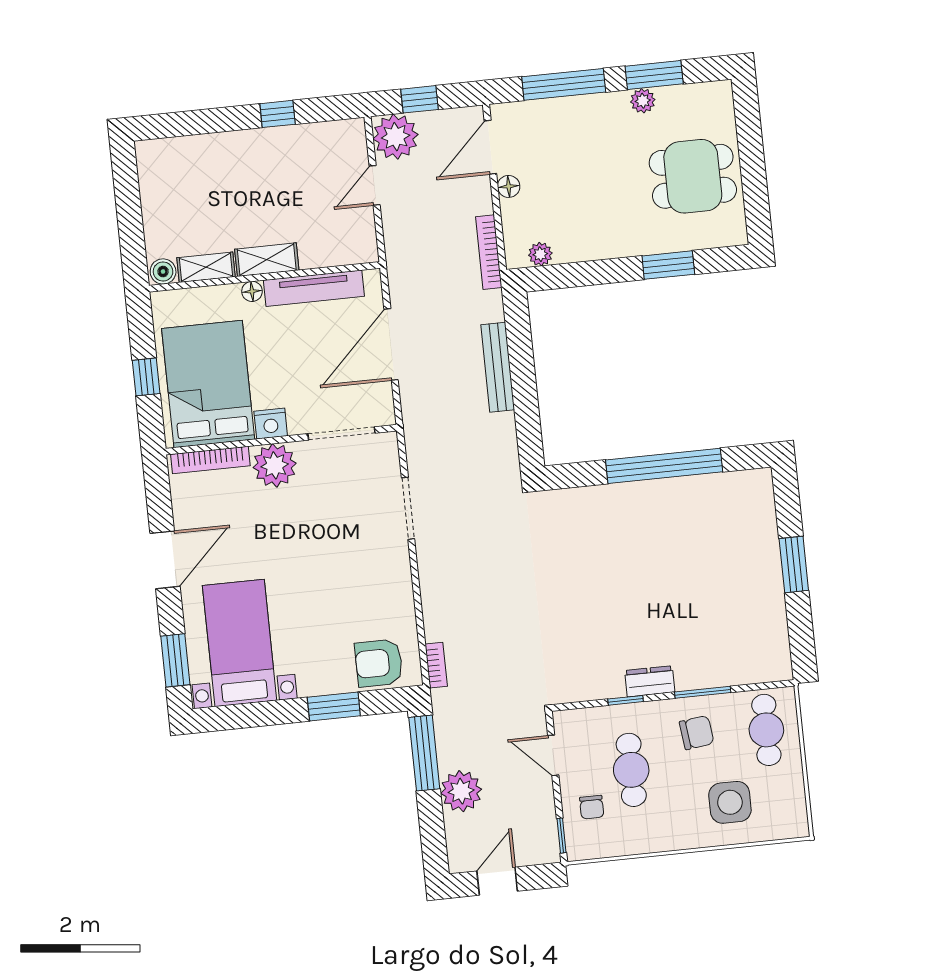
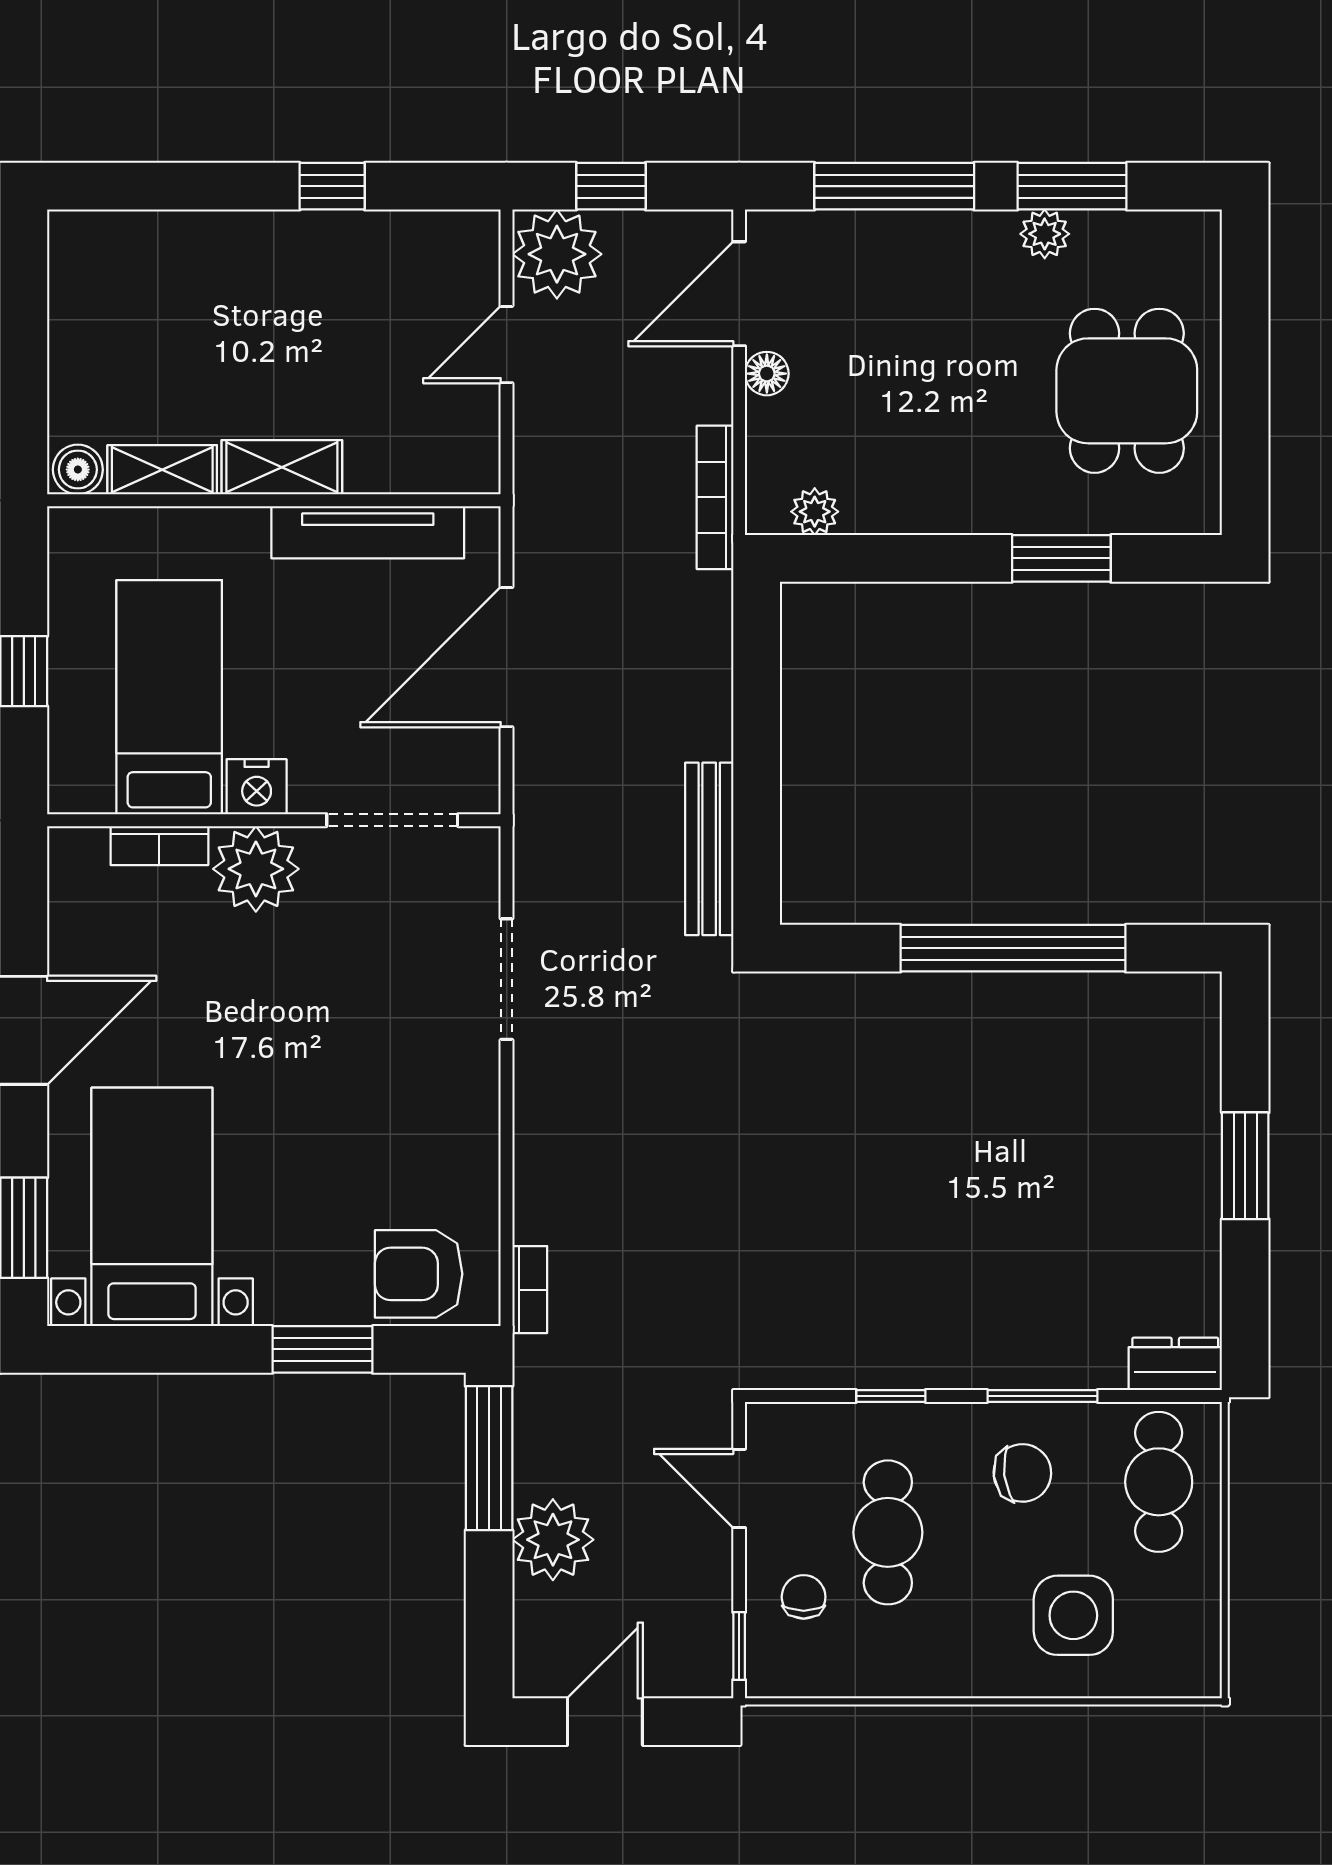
dining table: (693, 176) -> (1127, 391), turned 90
floor lamp: (252, 291) -> (247, 526), removed
bench: (498, 367) -> (709, 849), moved
bed: (208, 384) -> (169, 697), width x0.67
bookcase: (210, 460) -> (159, 846), width x0.64
dresser: (650, 681) -> (1175, 1364), moved
chair: (592, 807) -> (804, 1597), turned 180

